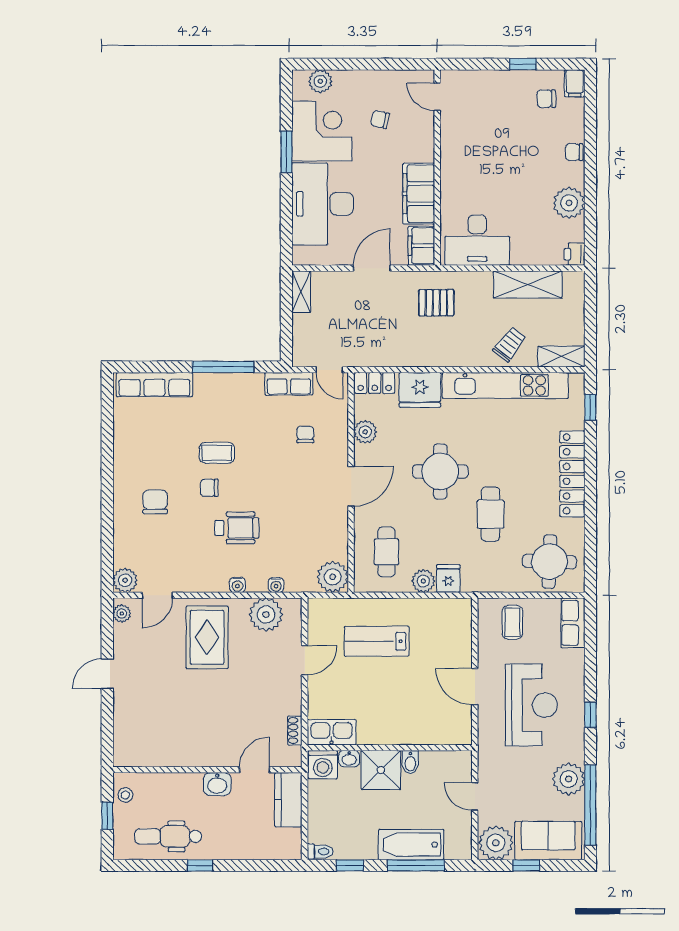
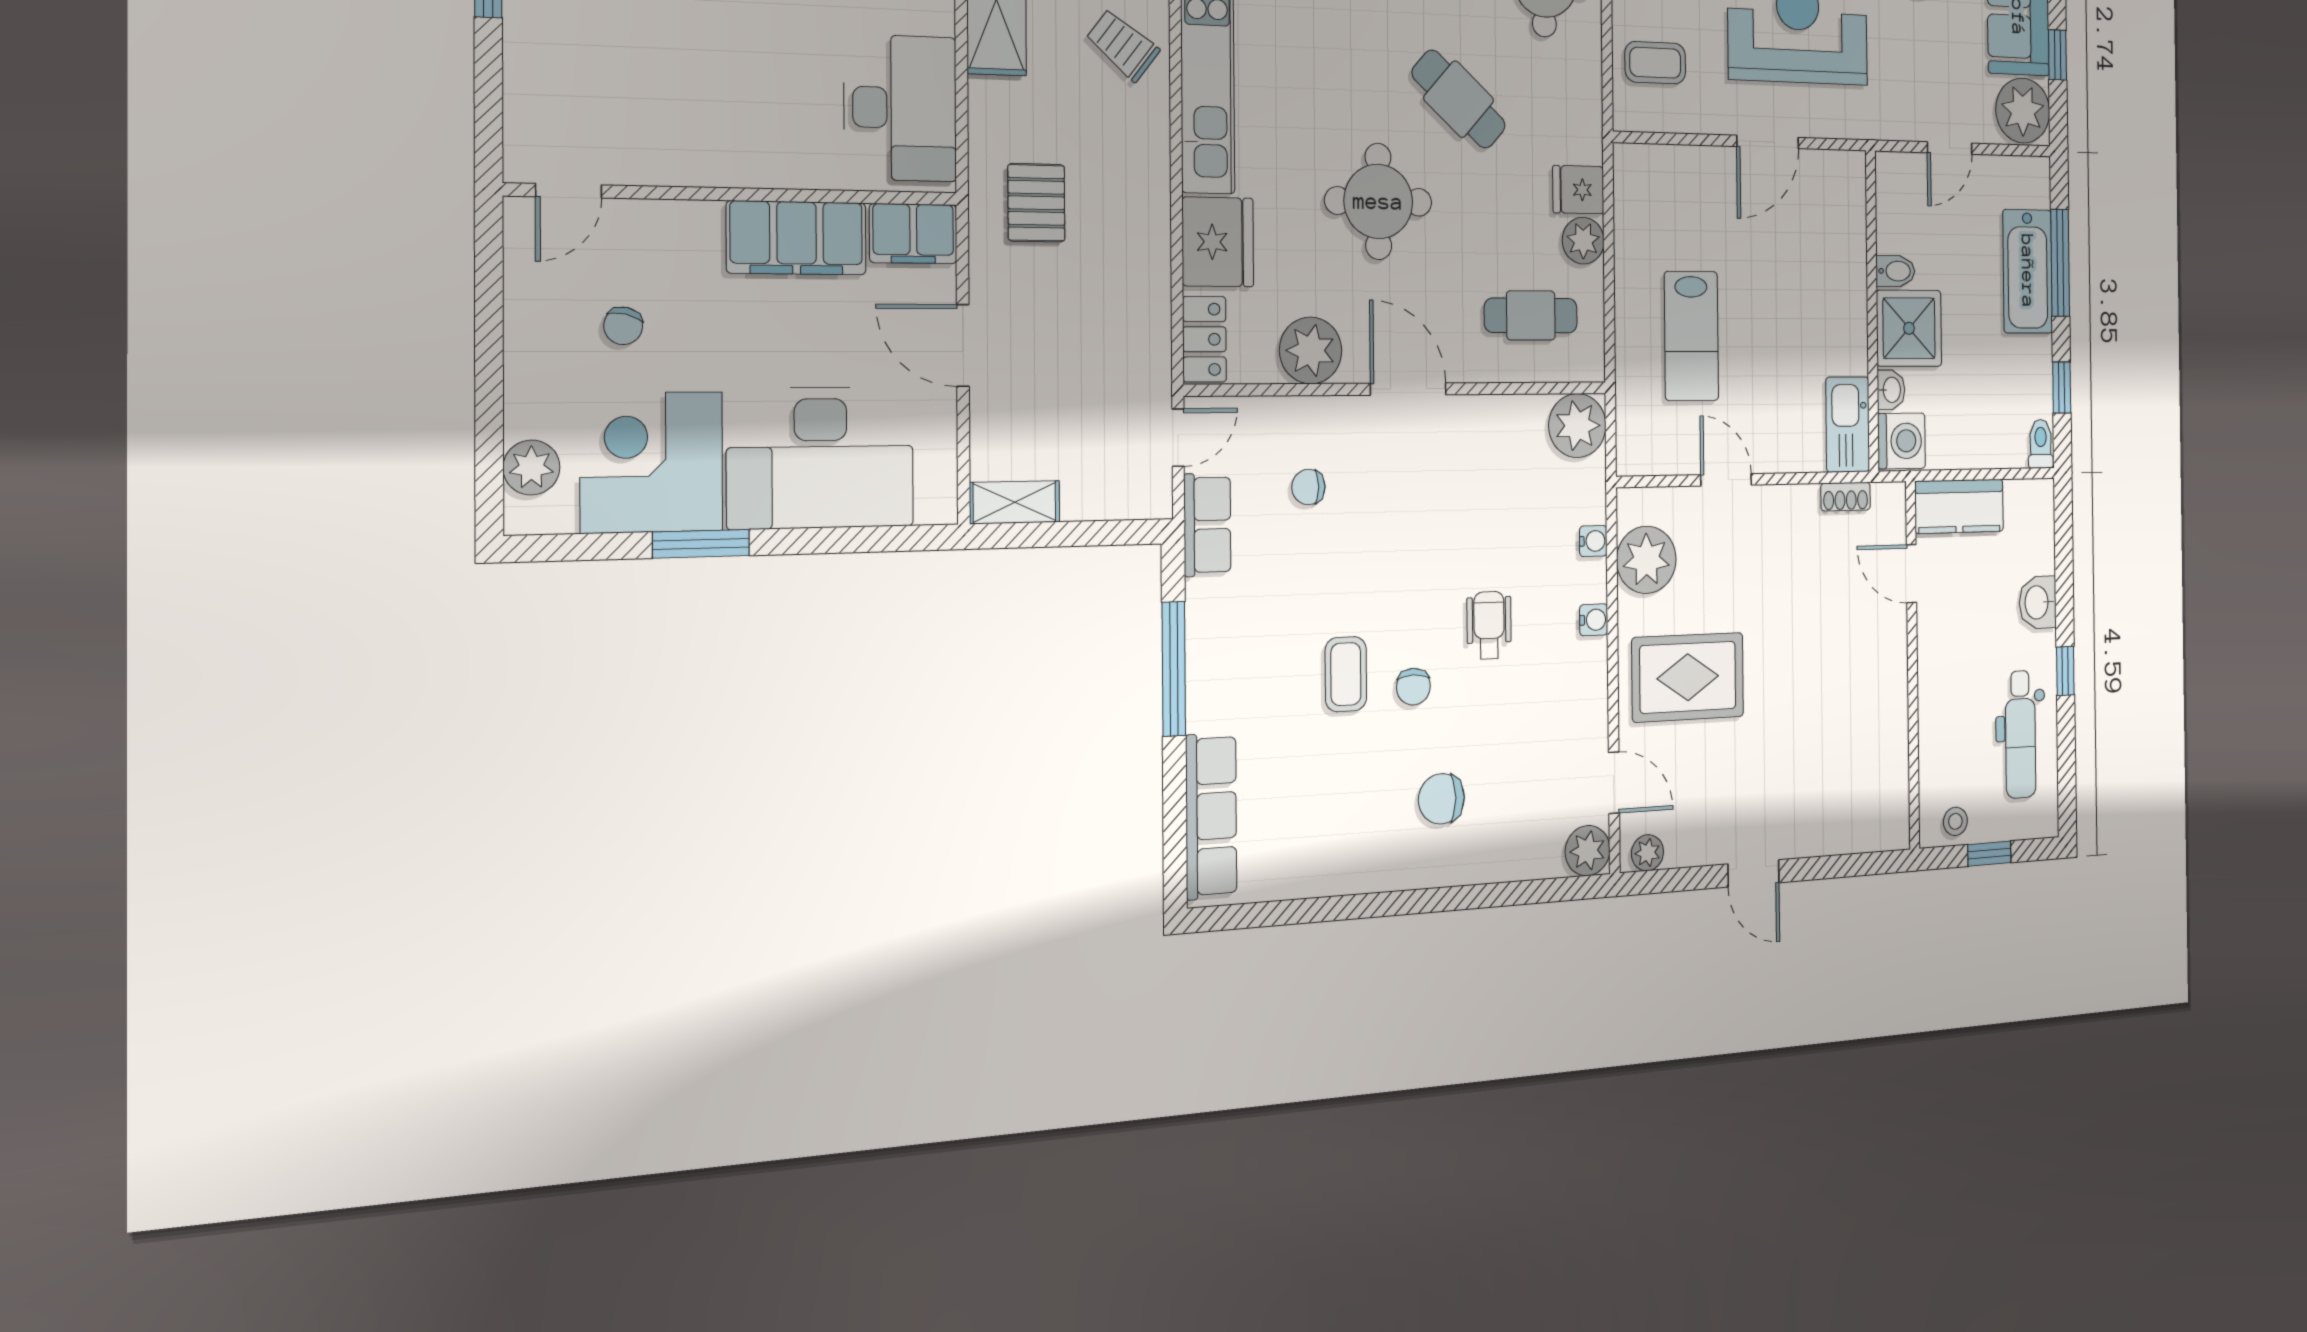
plant: (365, 432) -> (1311, 350), width x1.36, depth x1.36
cafe table: (491, 514) -> (1459, 99), turned 42
wheelchair: (237, 528) -> (1489, 625), width x0.73, depth x0.73
washbasin: (217, 784) -> (2038, 602), moved, turned 180

